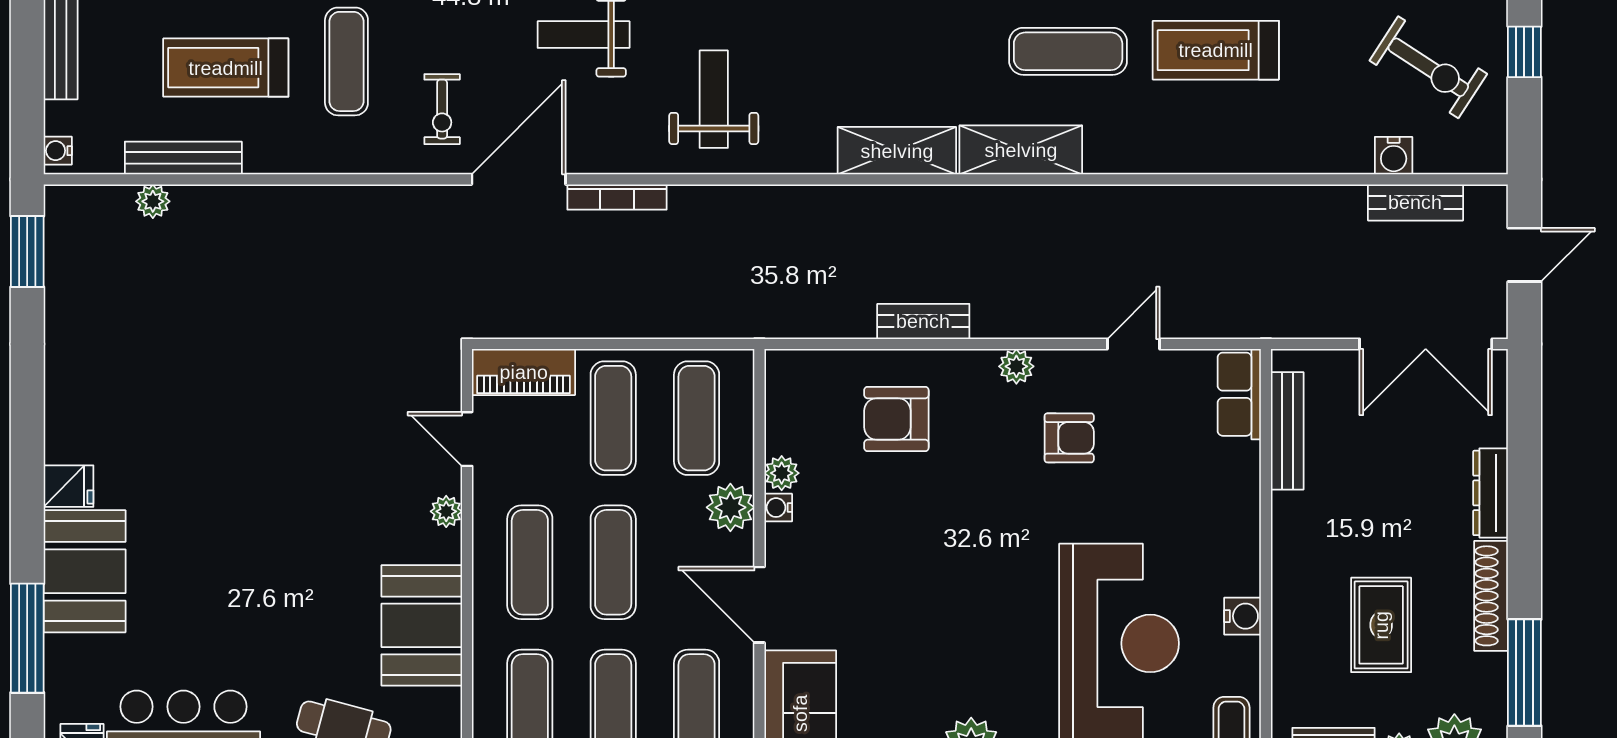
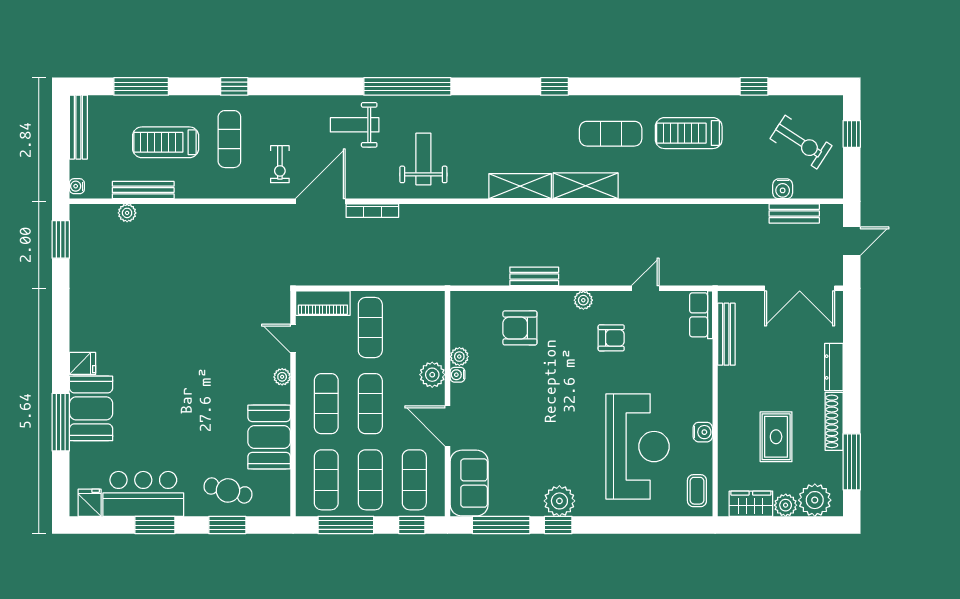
exercise mat: (697, 418) -> (414, 327), removed
window: (27, 638) -> (61, 422), moved

